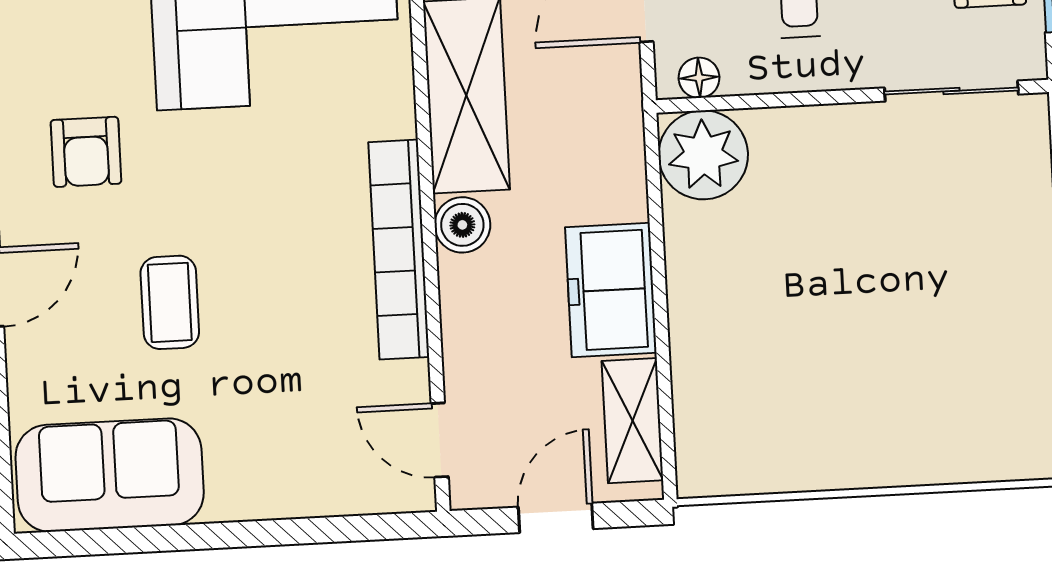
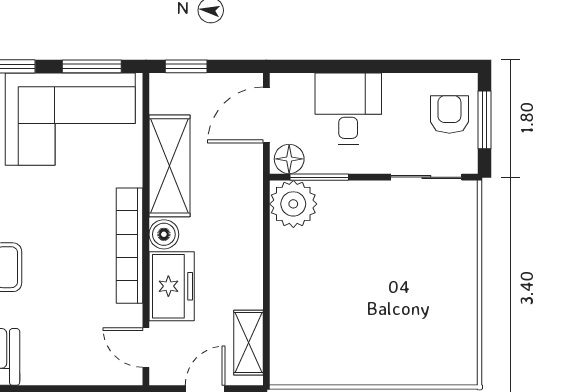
floor lamp: (699, 78) -> (289, 159), width x1.37, depth x1.37
window: (750, 102) -> (319, 177), added
freezer: (611, 290) -> (172, 286), moved, turned 180

